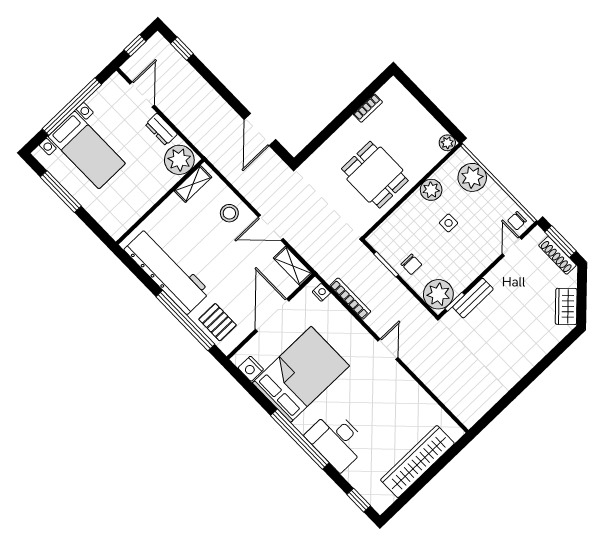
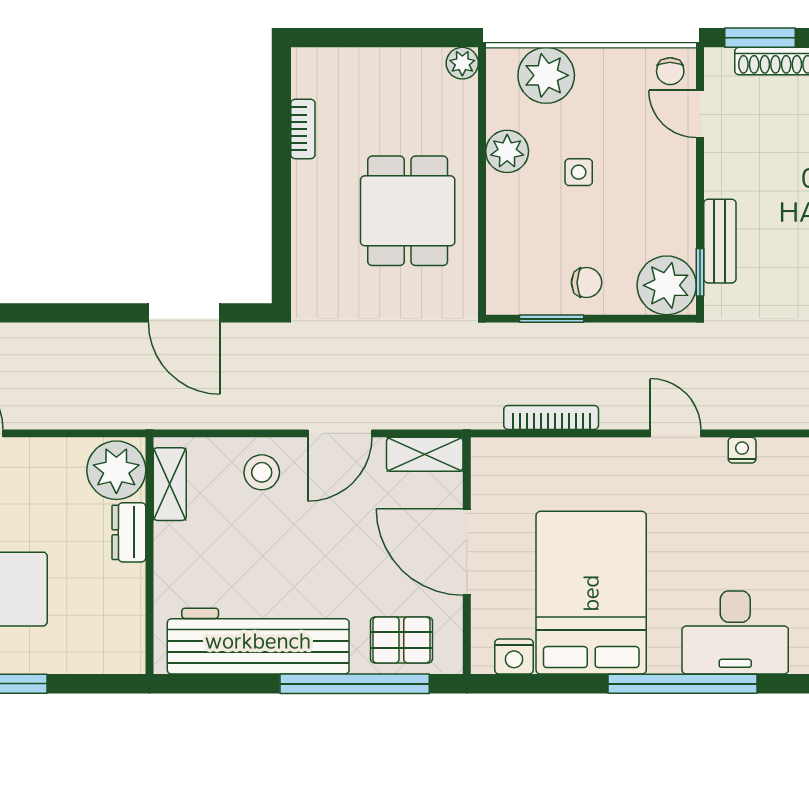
dresser: (161, 129) -> (129, 532), moved, turned 90
dining table: (375, 175) -> (408, 211), turned 90
nightstand: (321, 292) -> (742, 450), moved

